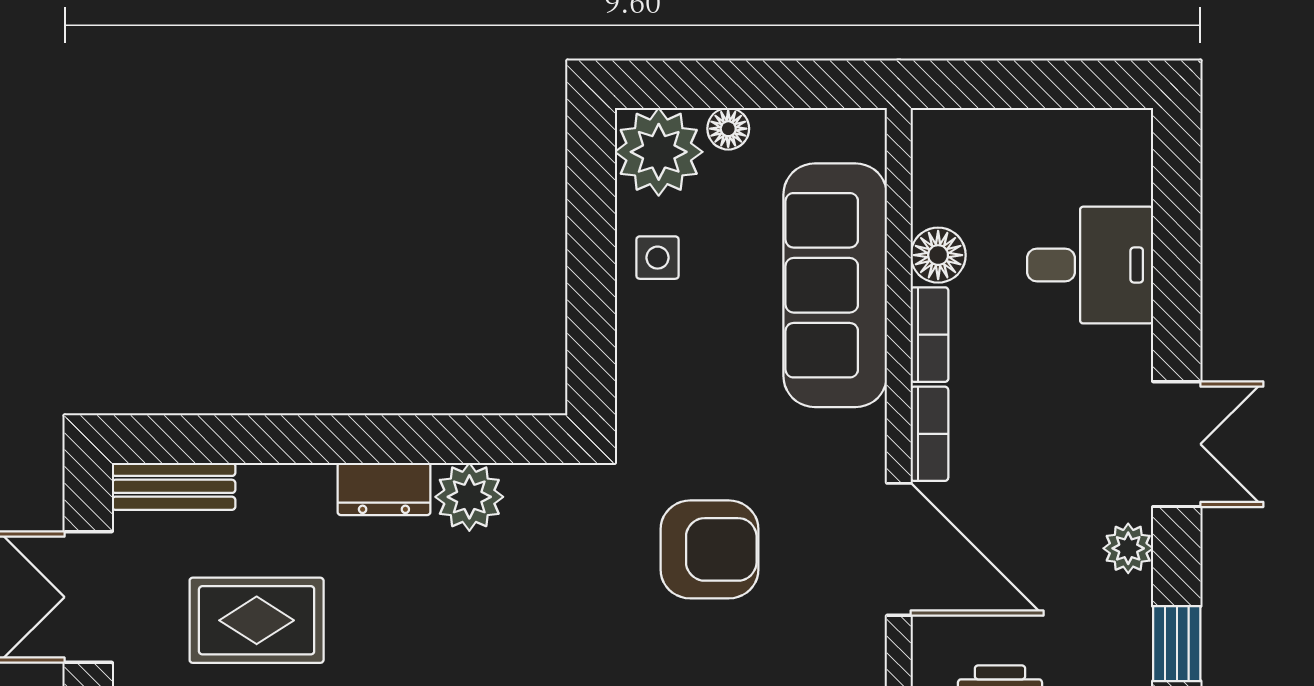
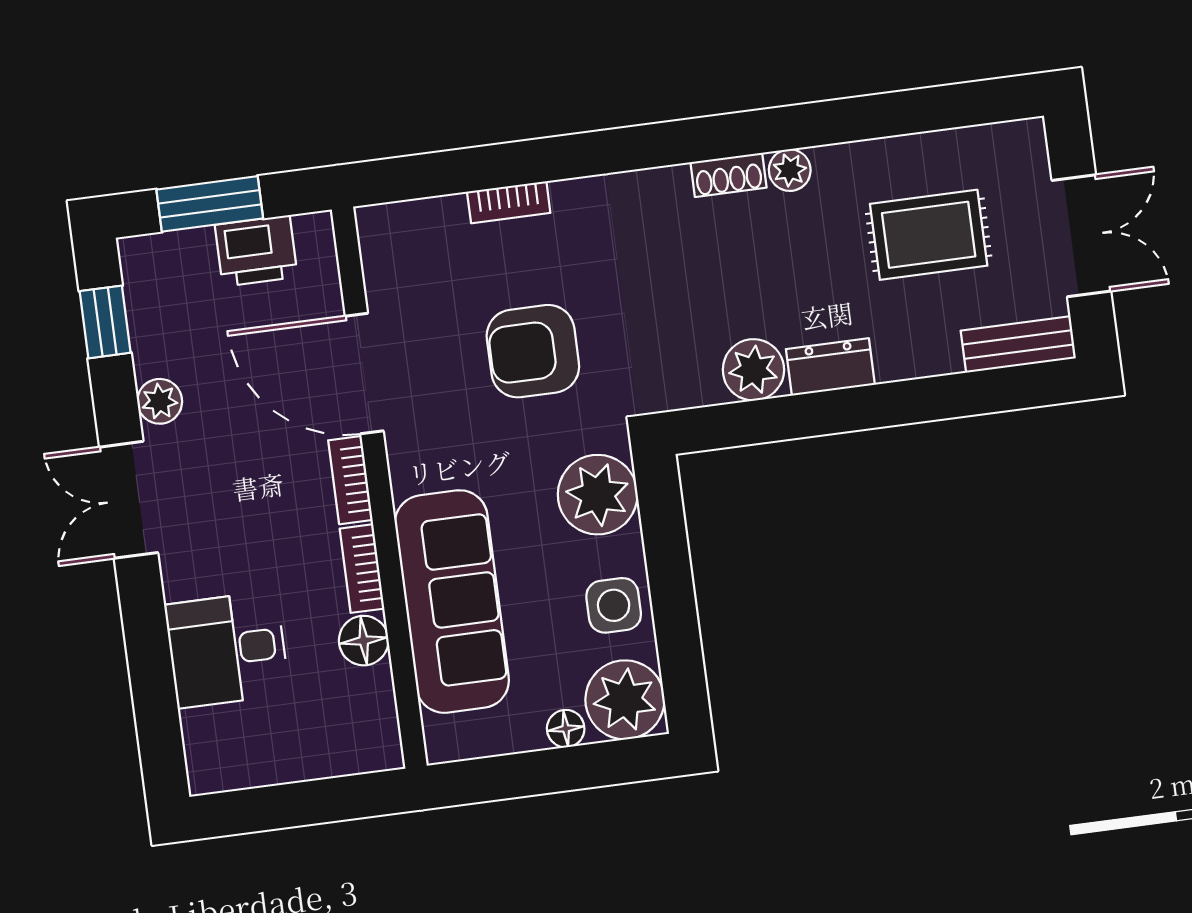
side table: (658, 258) -> (614, 605), width x1.37, depth x1.37
plant: (659, 382) -> (598, 495), added

